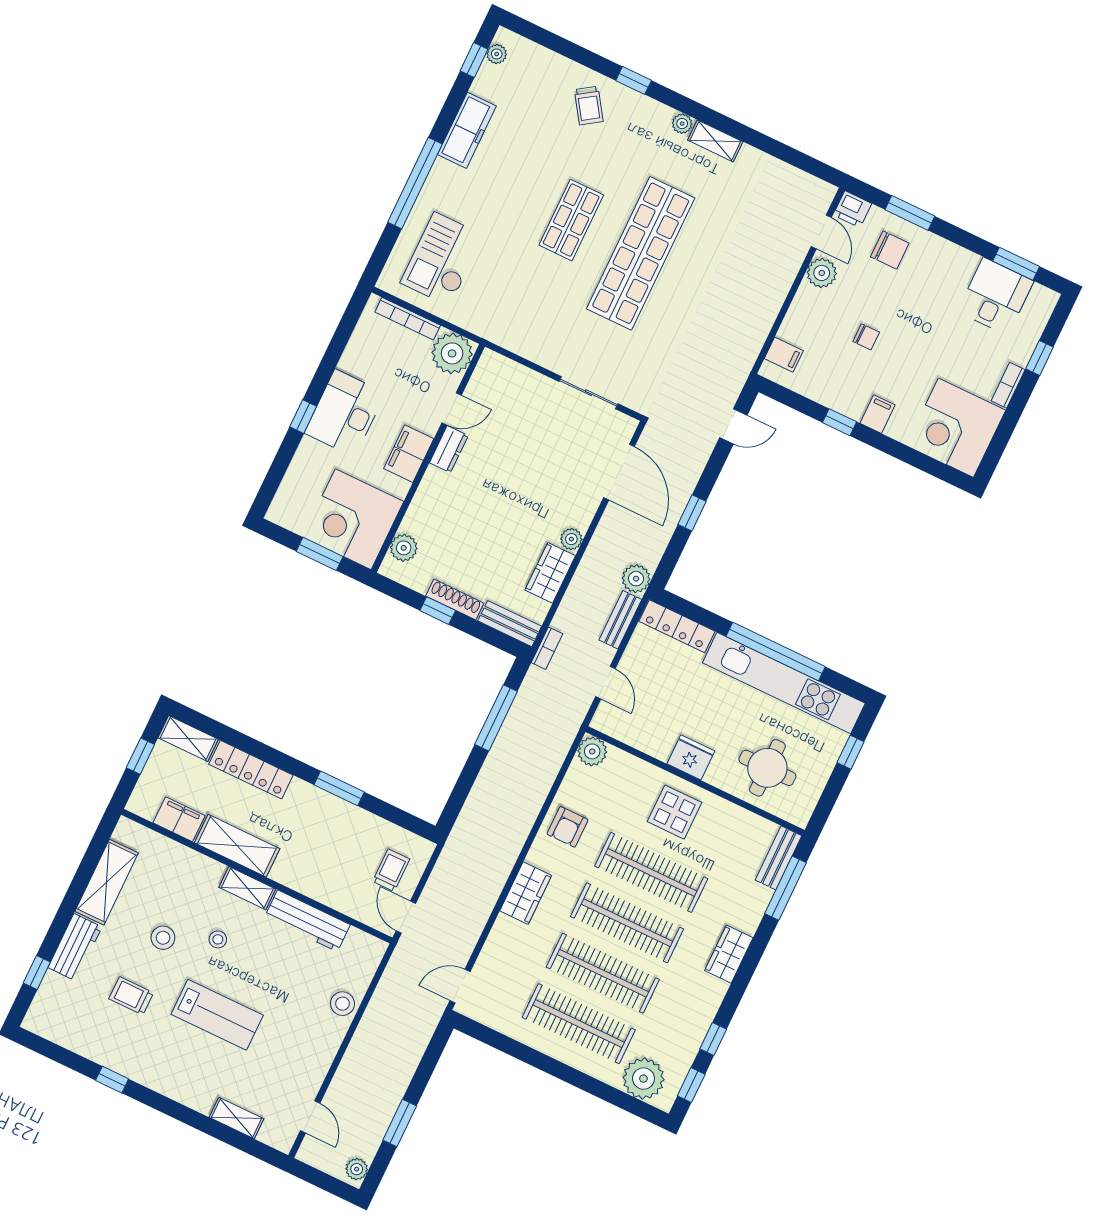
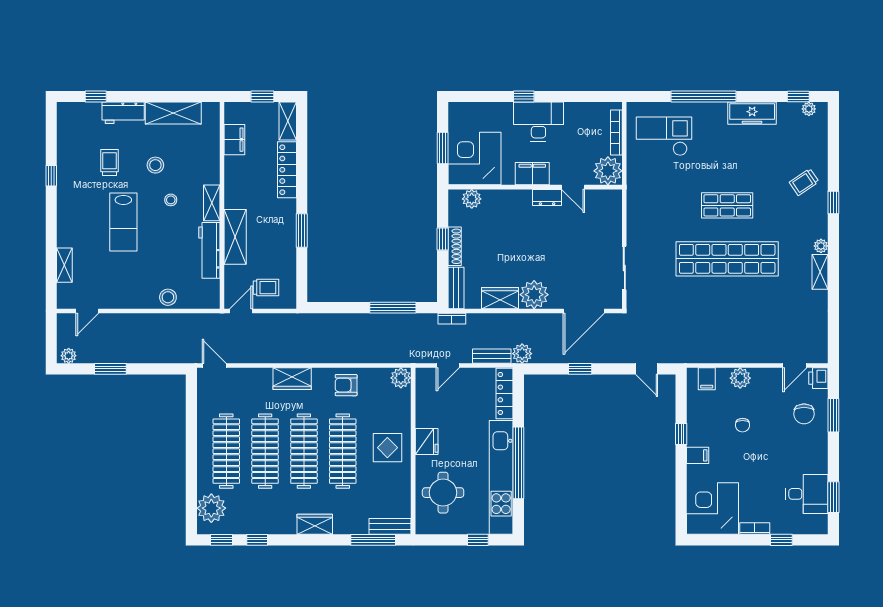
plant: (822, 273) -> (740, 378), moved
plant: (571, 539) -> (534, 295), width x1.87, depth x1.87
shelving: (237, 846) -> (235, 237), moved

